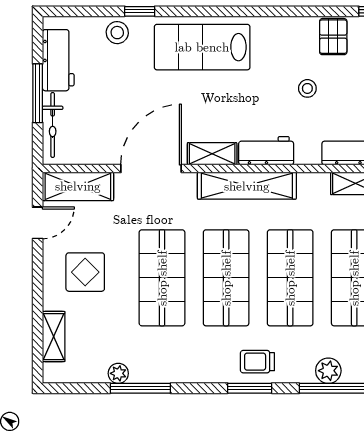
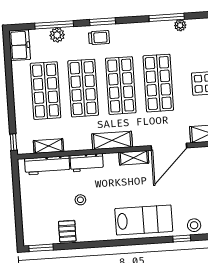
workbench: (266, 151) -> (87, 163), moved
shelving: (247, 186) -> (112, 140), width x0.68

